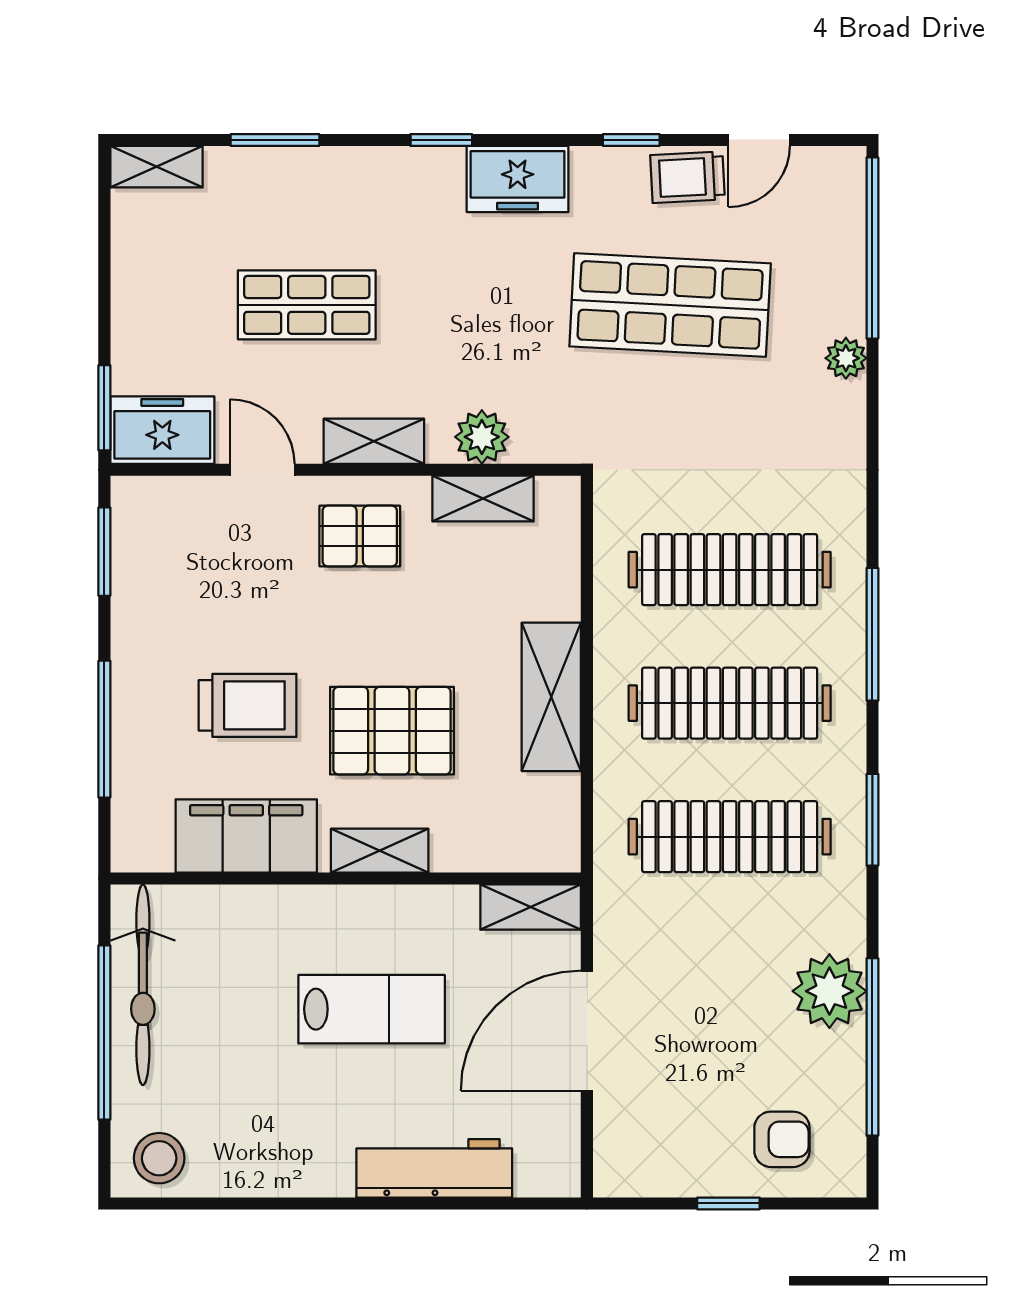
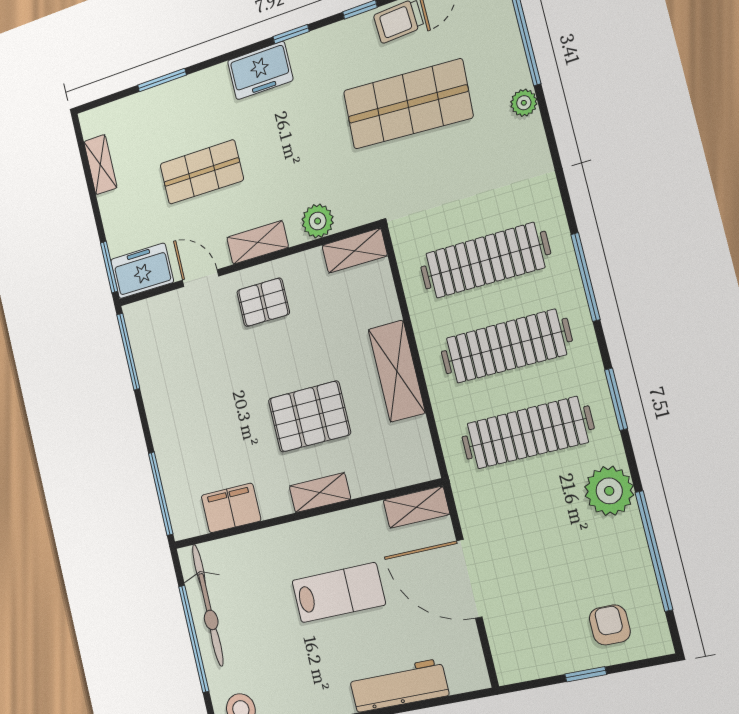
window: (441, 140) -> (291, 34), moved
shelving: (156, 167) -> (100, 165), moved, turned 90
freezer: (518, 179) -> (260, 71), moved
shelving: (483, 499) -> (355, 251), moved
window: (104, 552) -> (128, 352), width x1.44
trolley: (248, 705) -> (225, 422), removed
window: (104, 729) -> (161, 494), moved
filing cabinet: (246, 836) -> (231, 508), width x0.67, depth x0.86
plant: (829, 991) -> (609, 491), moved
door: (587, 1031) -> (469, 579), hinge flipped
armchair: (782, 1139) -> (610, 625), turned -90

